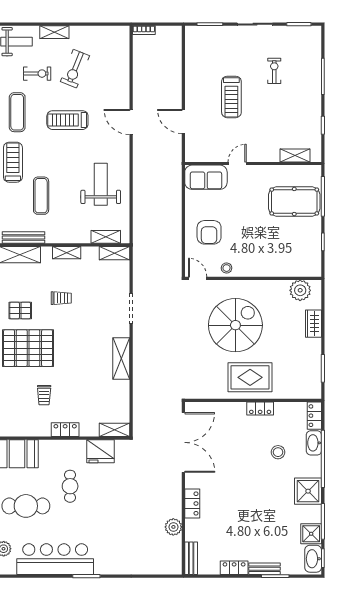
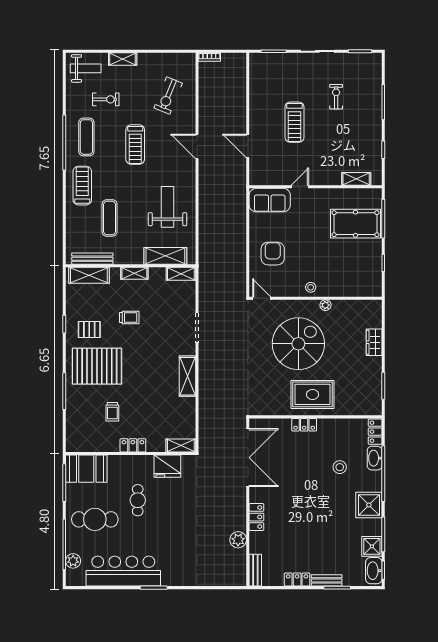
exercise bike: (75, 69) -> (168, 96), moved
treadmill: (67, 120) -> (135, 145), turned -90
armchair: (209, 232) -> (273, 254), turned 180
shelving: (106, 237) -> (165, 256), width x1.50, depth x1.33
stool: (227, 268) -> (311, 287), moved
plant: (300, 290) -> (326, 305), moved, width x0.53, depth x0.53
locker: (260, 409) -> (304, 425), moved

